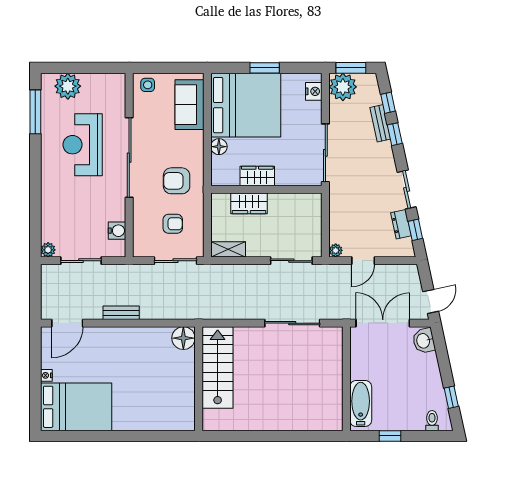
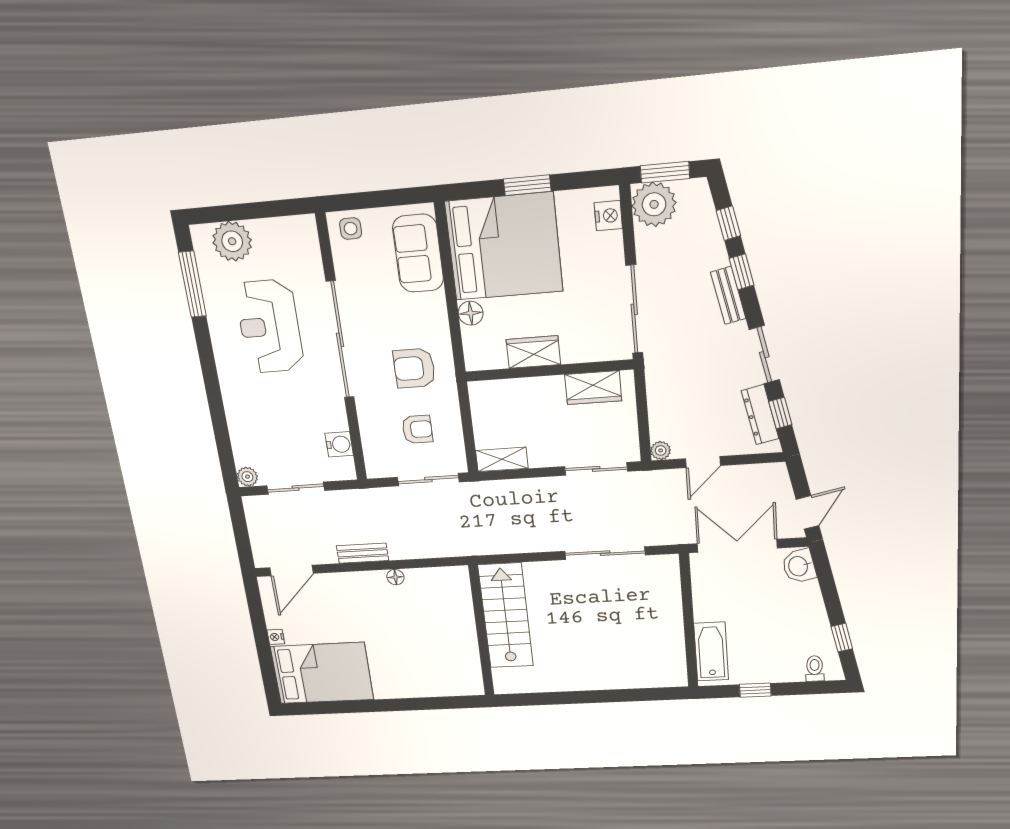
bench: (380, 123) -> (728, 295), moved
wardrobe: (249, 203) -> (593, 388), moved
dresser: (401, 224) -> (760, 415), width x1.44
floor lamp: (183, 338) -> (395, 577), moved, width x0.53, depth x0.53

